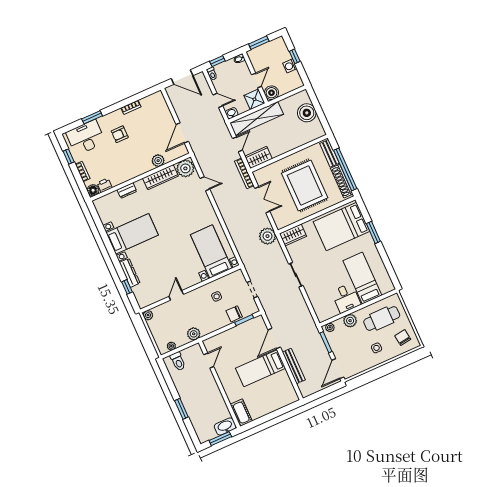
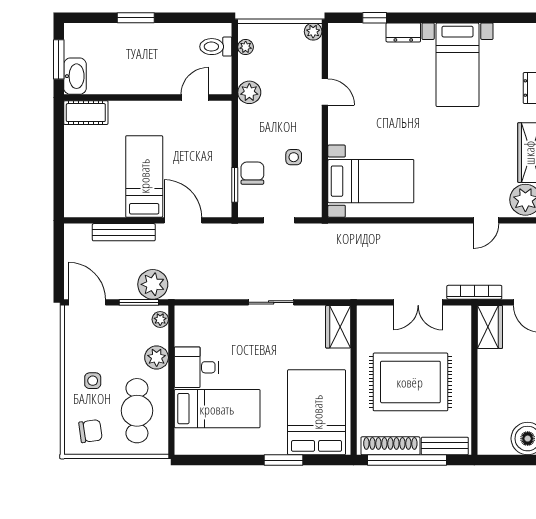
plant: (267, 236) -> (153, 284), moved
dresser: (130, 273) -> (403, 32), width x0.70
door: (209, 361) -> (195, 98), swing flipped

